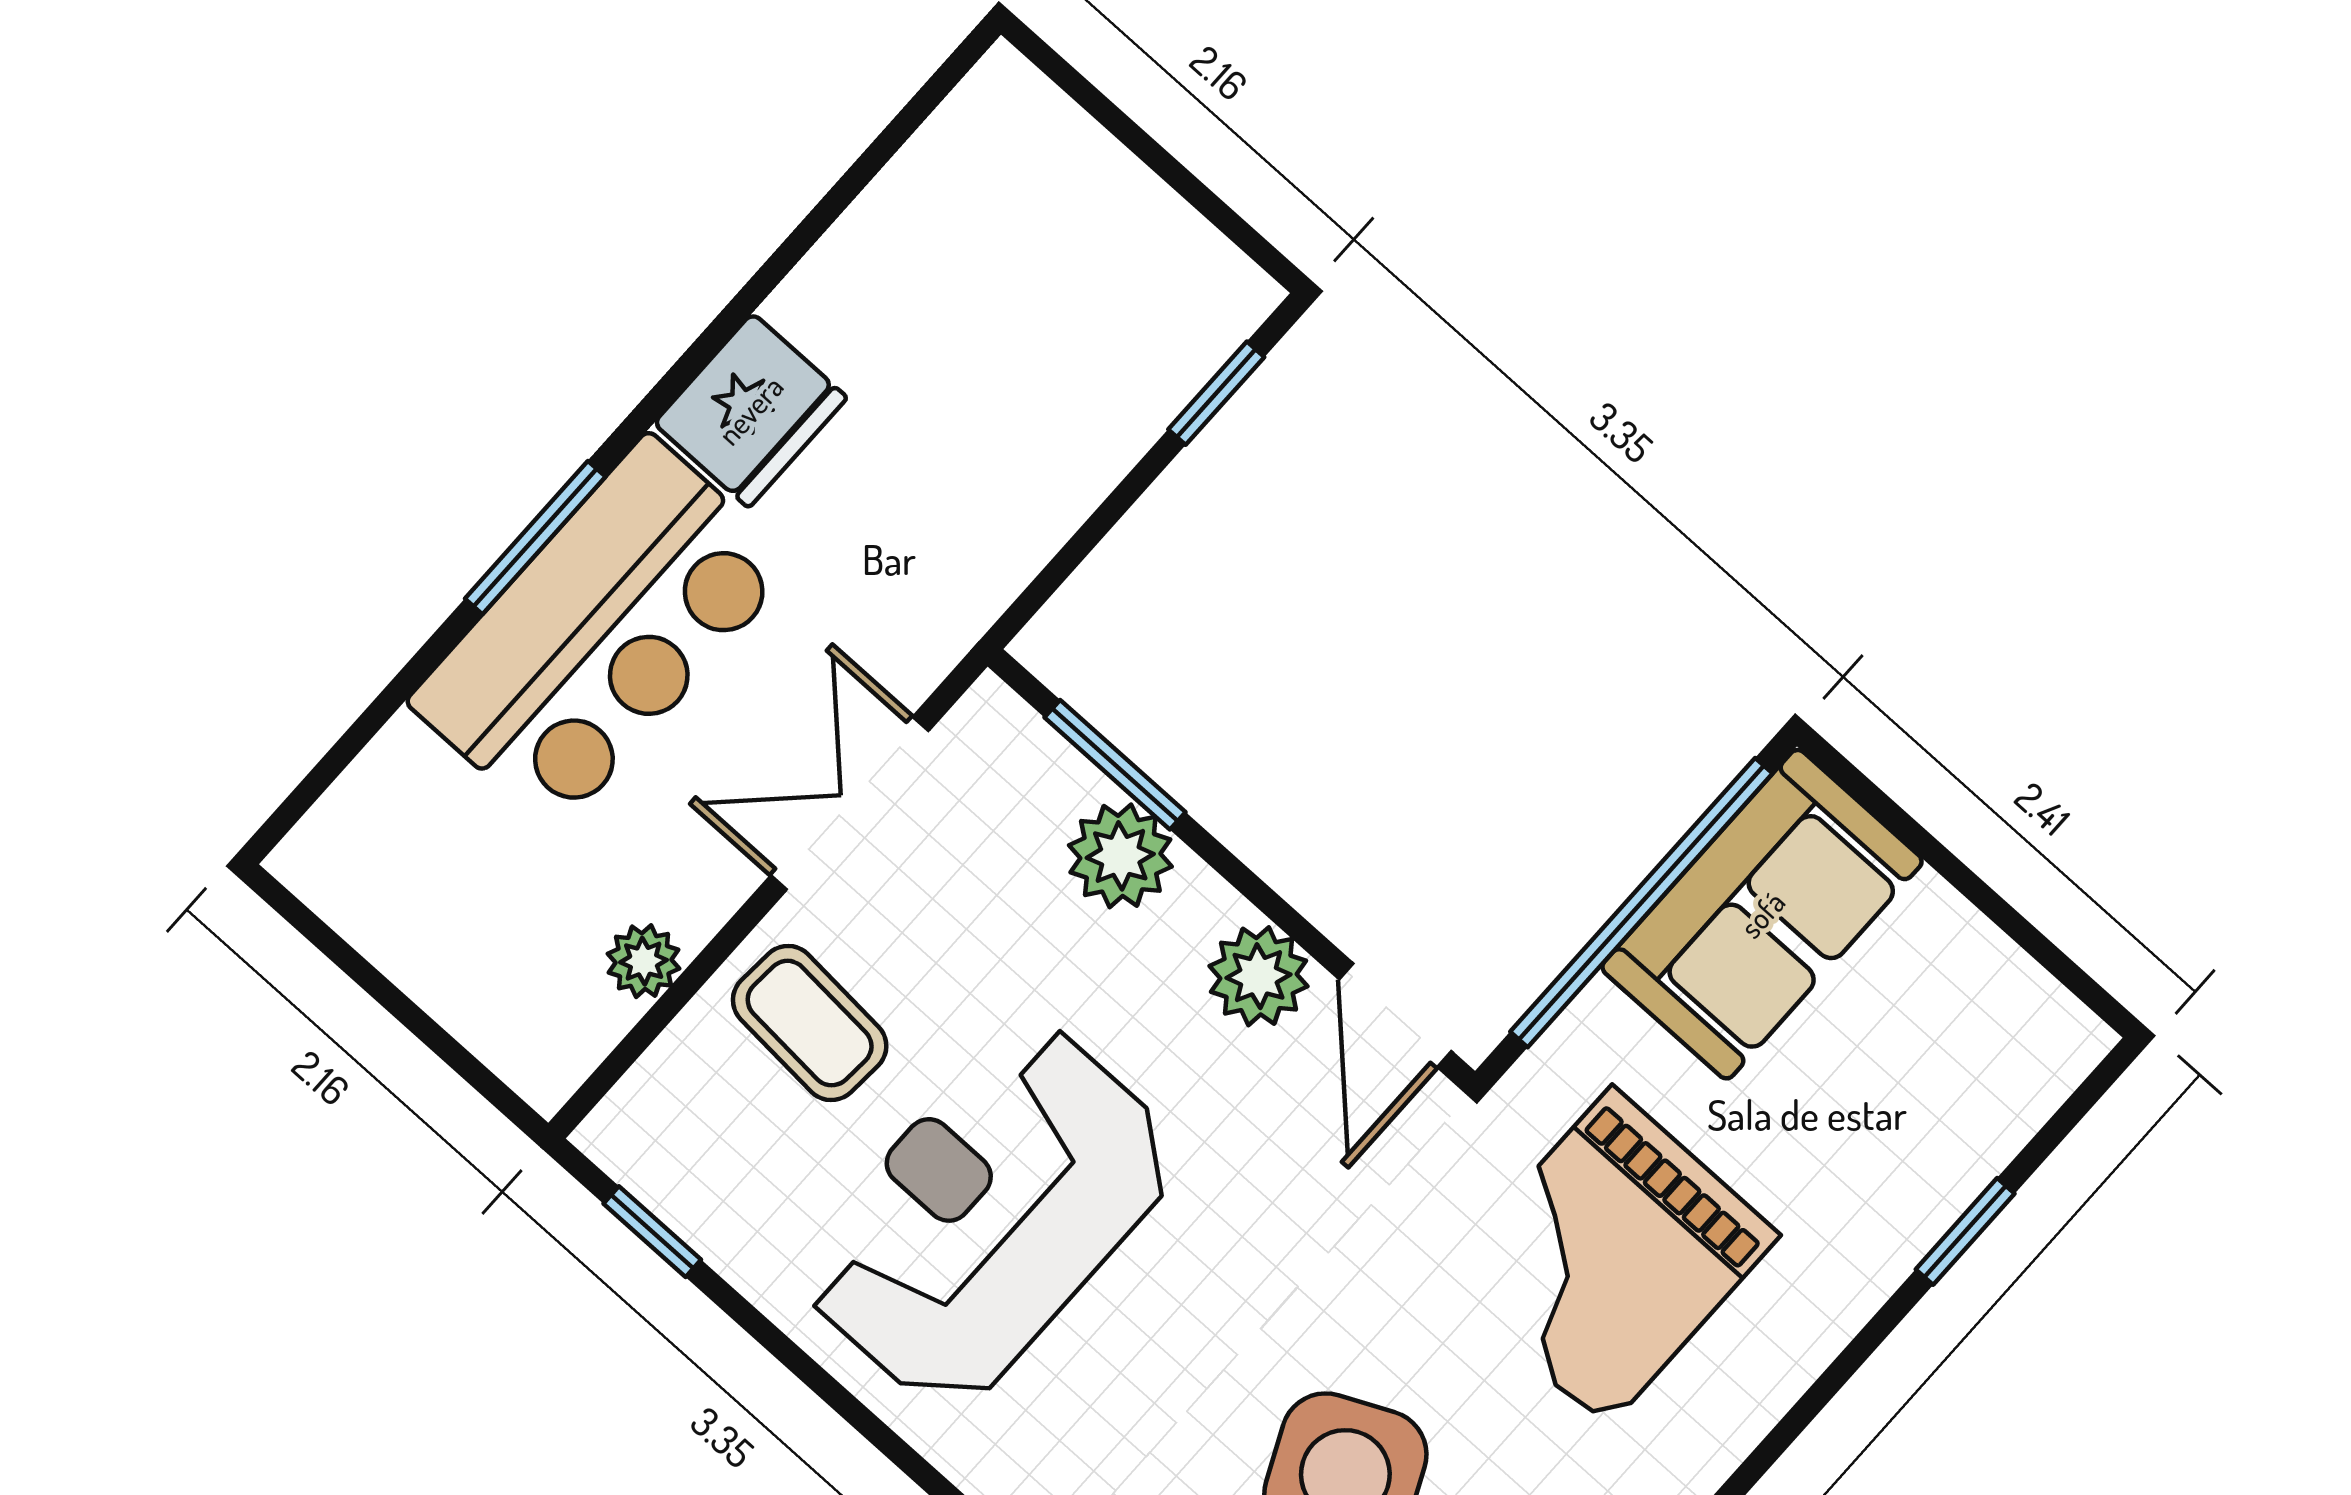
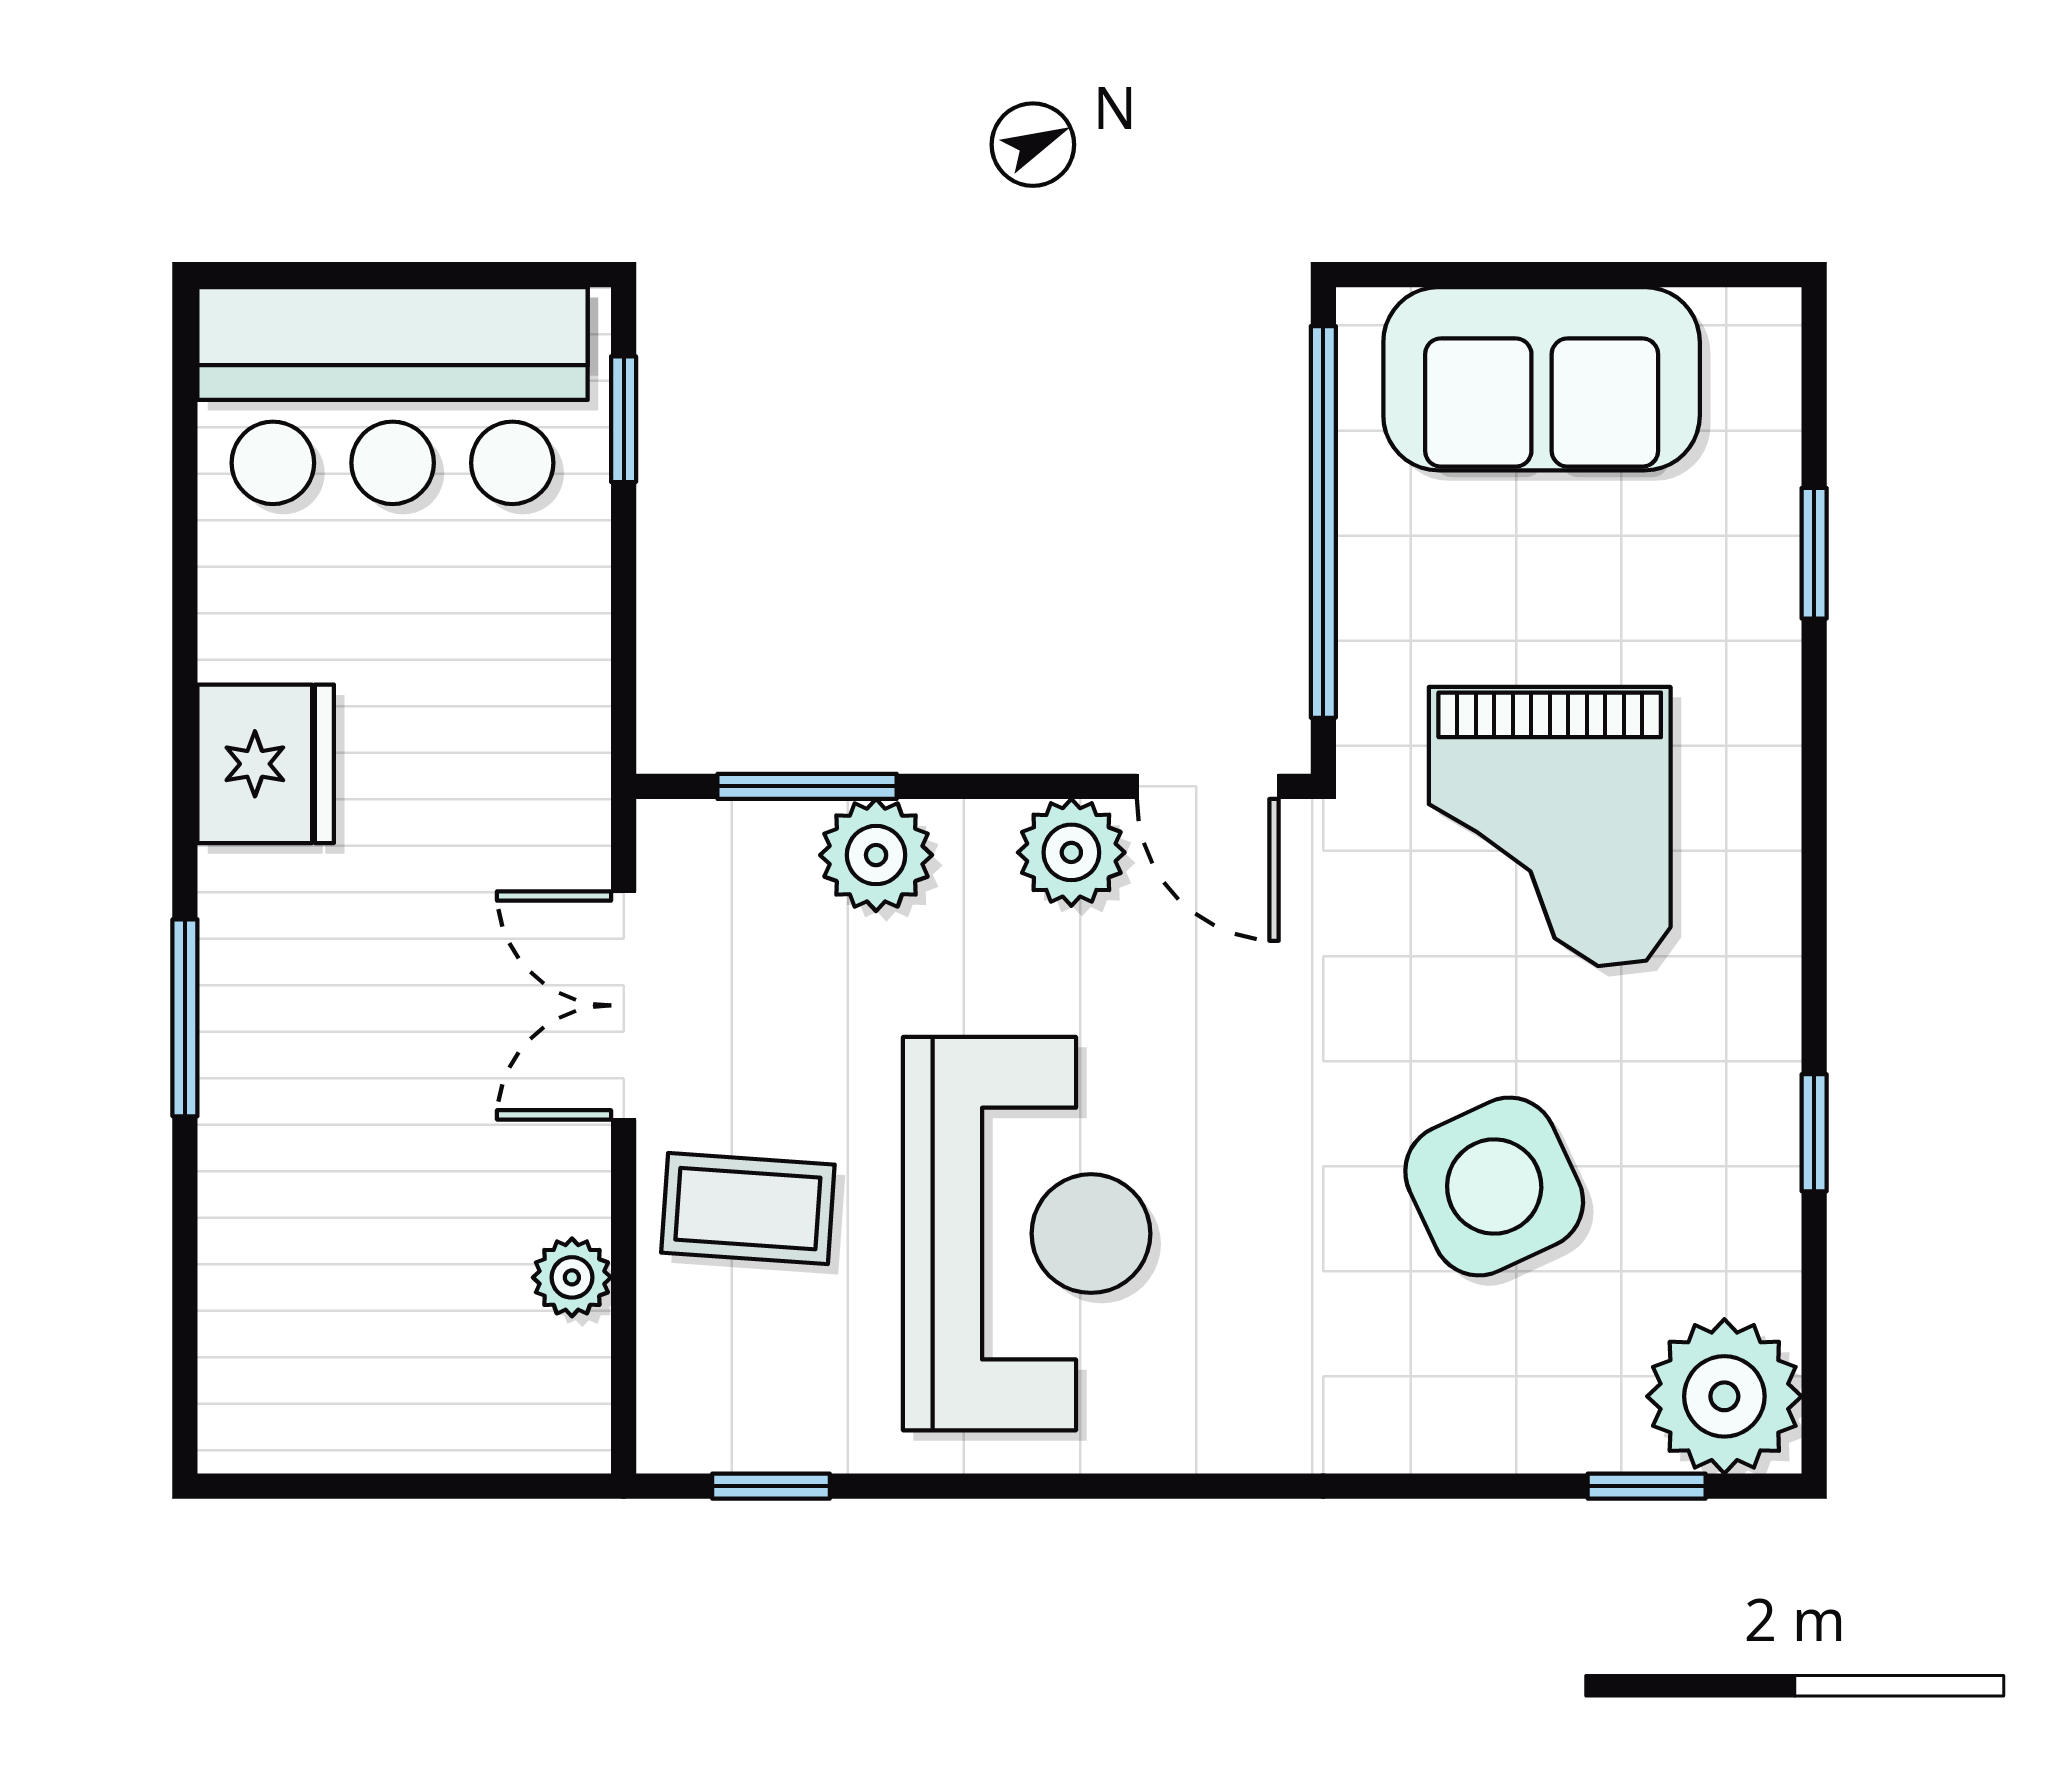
bar counter: (602, 633) -> (393, 396), moved, turned 90
sofa: (1762, 914) -> (1542, 379), moved, turned 90
reception desk: (989, 1215) -> (1027, 1234), turned 180

